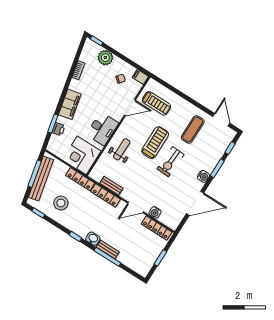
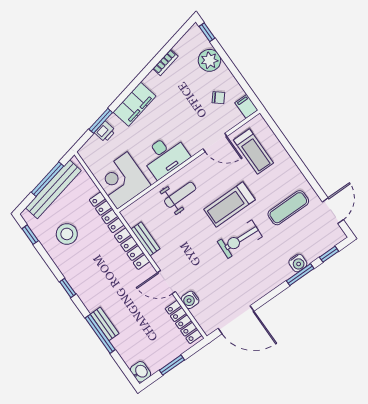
treadmill: (155, 143) -> (230, 205), turned 180
water cooler: (203, 176) -> (298, 263), moved
door: (195, 203) -> (236, 320), moved
washbasin: (93, 239) -> (140, 372), moved

